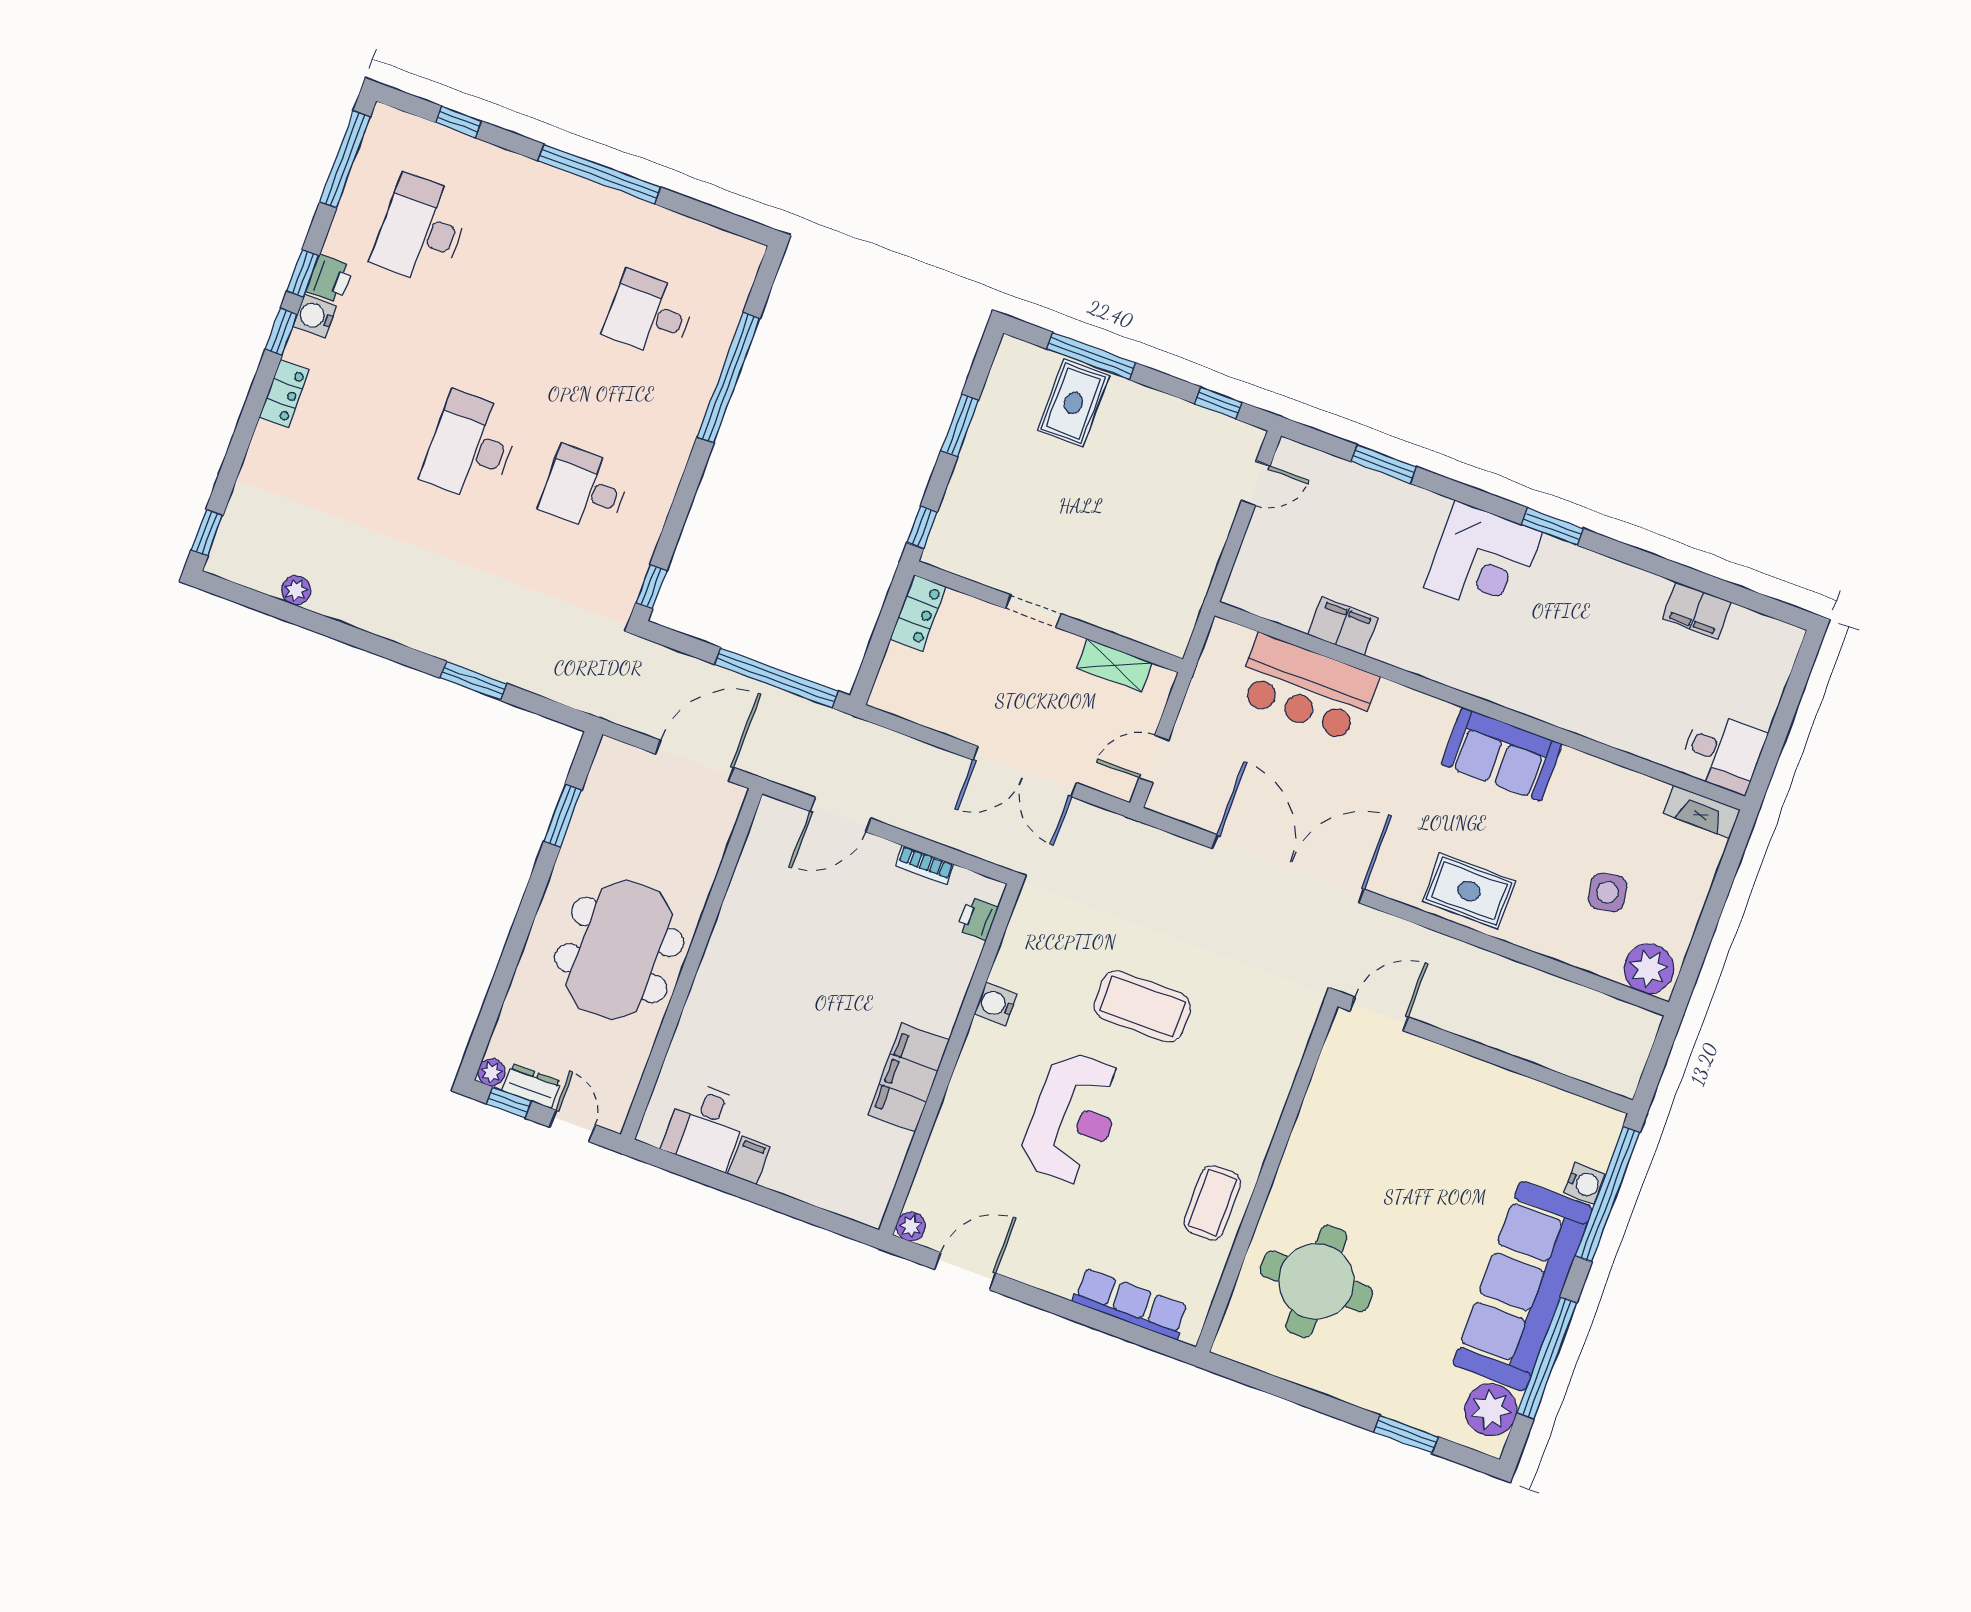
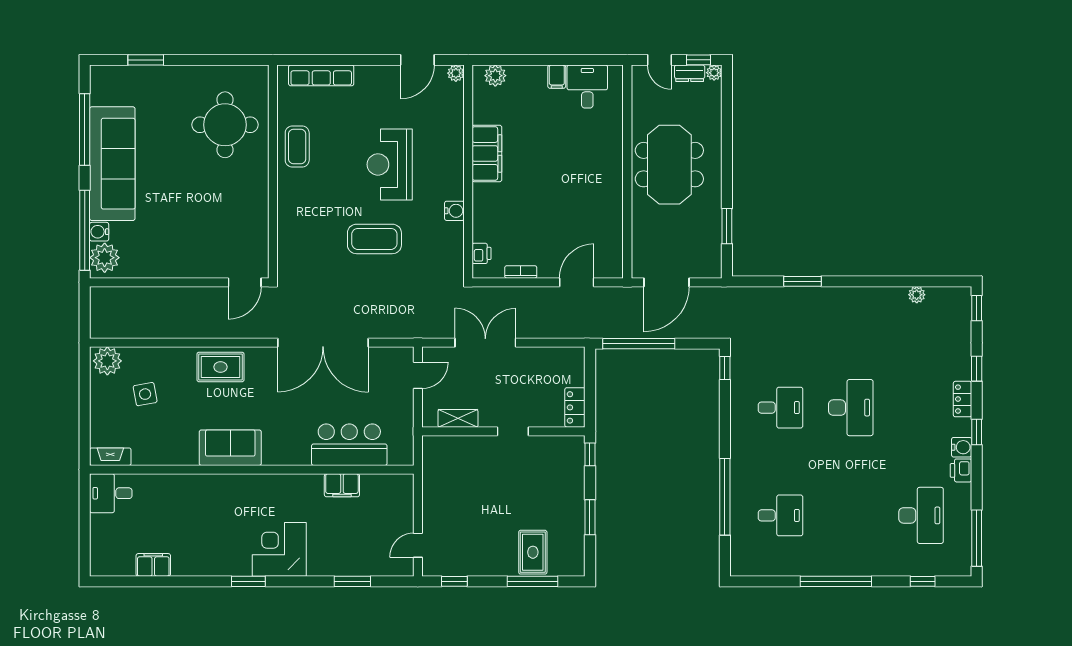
window: (303, 273) -> (977, 369), moved
plant: (848, 1199) -> (495, 76), added
plant: (1491, 1410) -> (105, 258), moved

